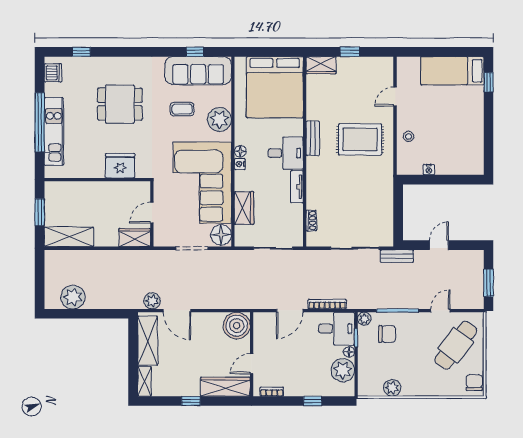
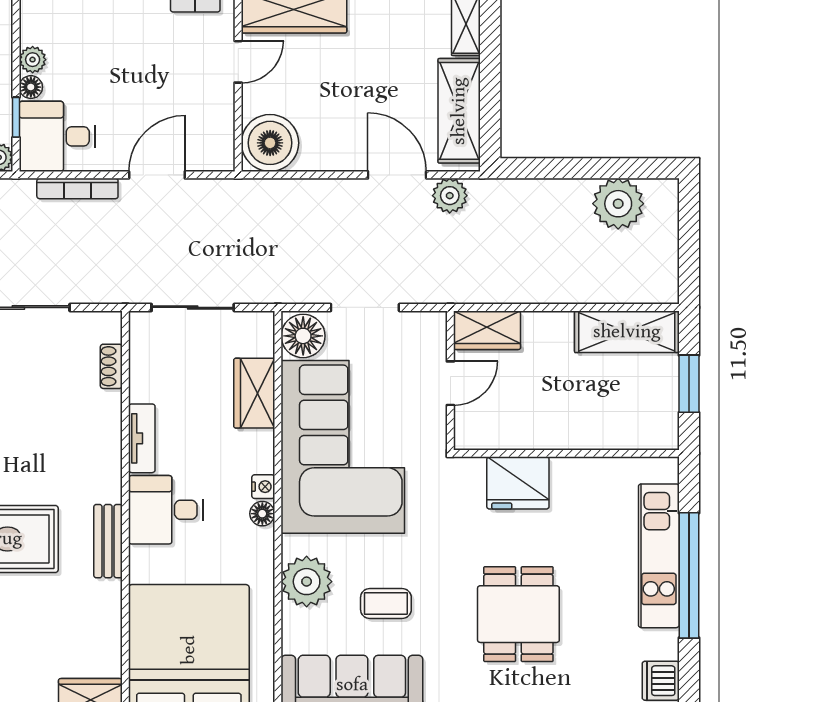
dining table: (120, 104) -> (518, 614), turned 90
plant: (343, 370) -> (33, 60), width x0.53, depth x0.53

